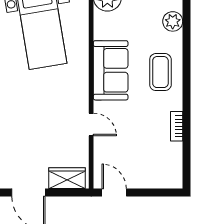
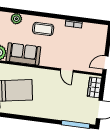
sofa: (111, 70) -> (23, 54), moved
door: (91, 125) -> (67, 70), swing flipped

